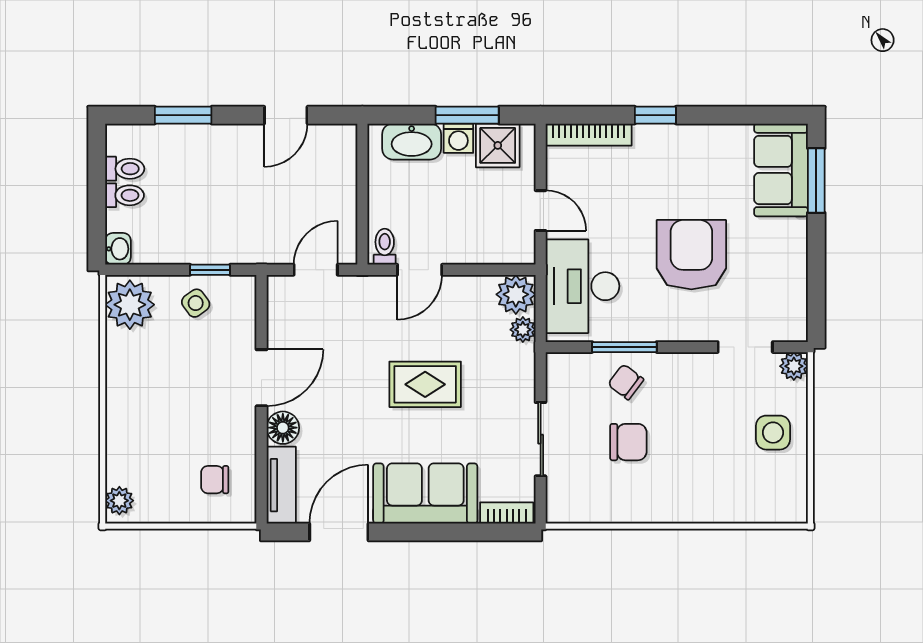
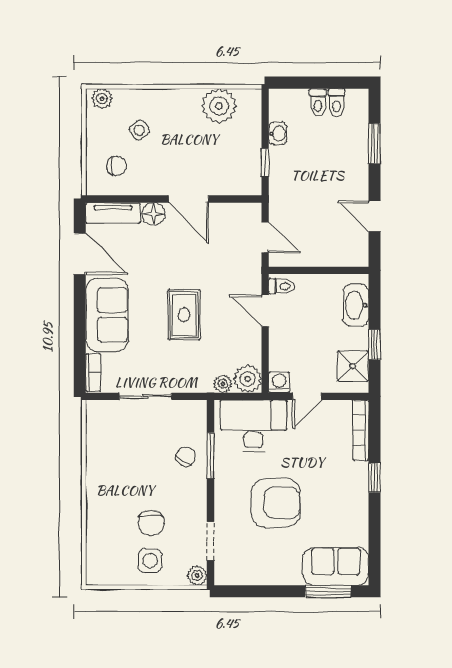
window: (467, 115) -> (374, 344), width x0.67
washing machine: (458, 138) -> (279, 382), moved, turned 90
washbasin: (118, 249) -> (278, 133), moved, turned -90
side table: (196, 303) -> (139, 130), moved
plant: (130, 305) -> (219, 106), moved
chair: (628, 442) -> (151, 523), moved
chair: (215, 480) -> (117, 166), turned 90

